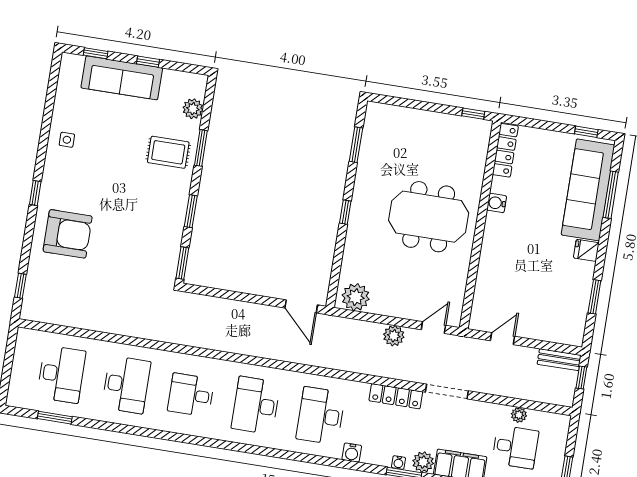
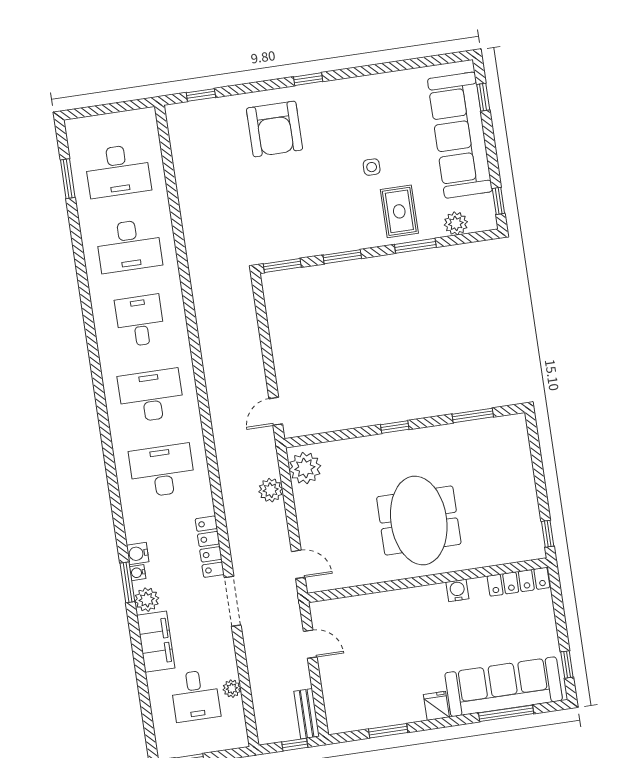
window: (148, 62) -> (498, 201), moved
sofa: (122, 78) -> (460, 135), width x1.36, depth x1.27
side table: (67, 140) -> (372, 167), moved
door: (301, 306) -> (276, 411), width x0.73
plant: (394, 336) -> (271, 490), moved
water cooler: (352, 453) -> (138, 554), moved

